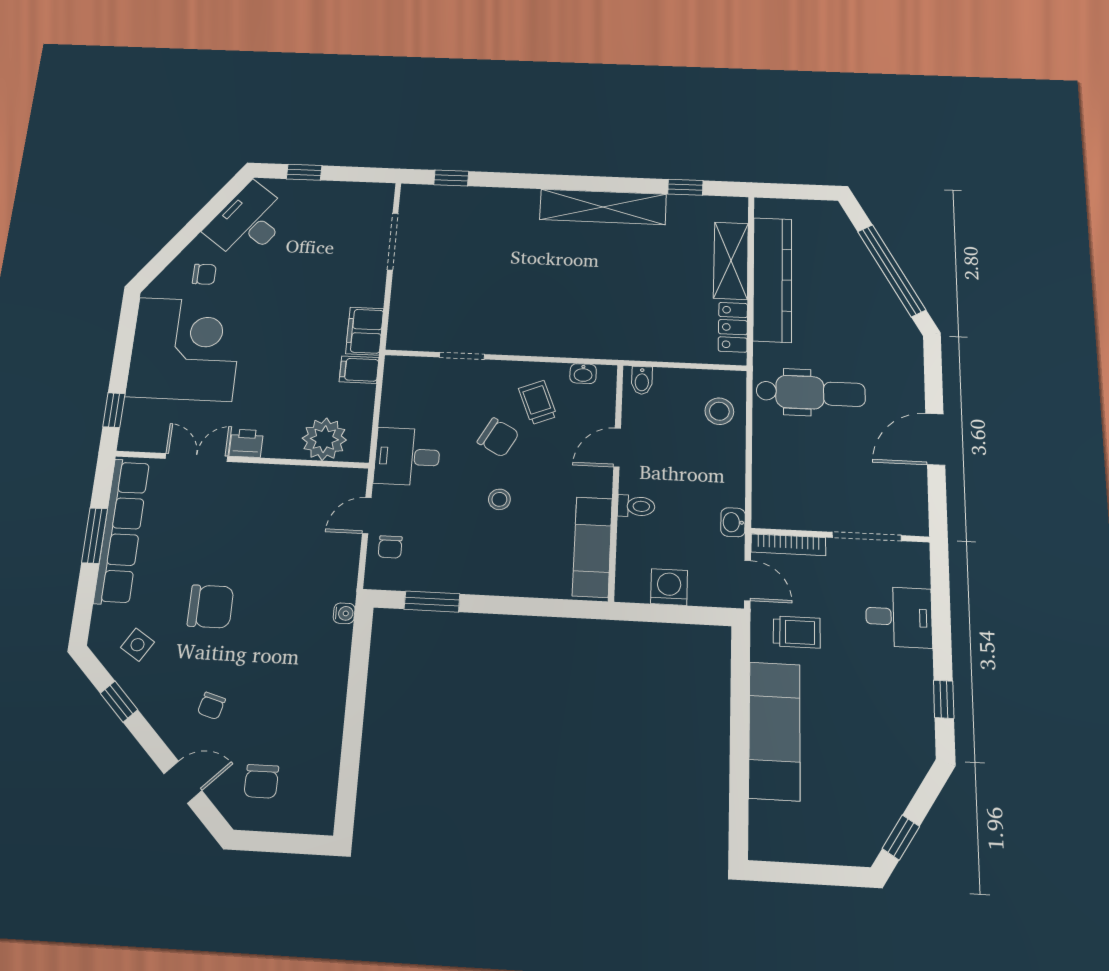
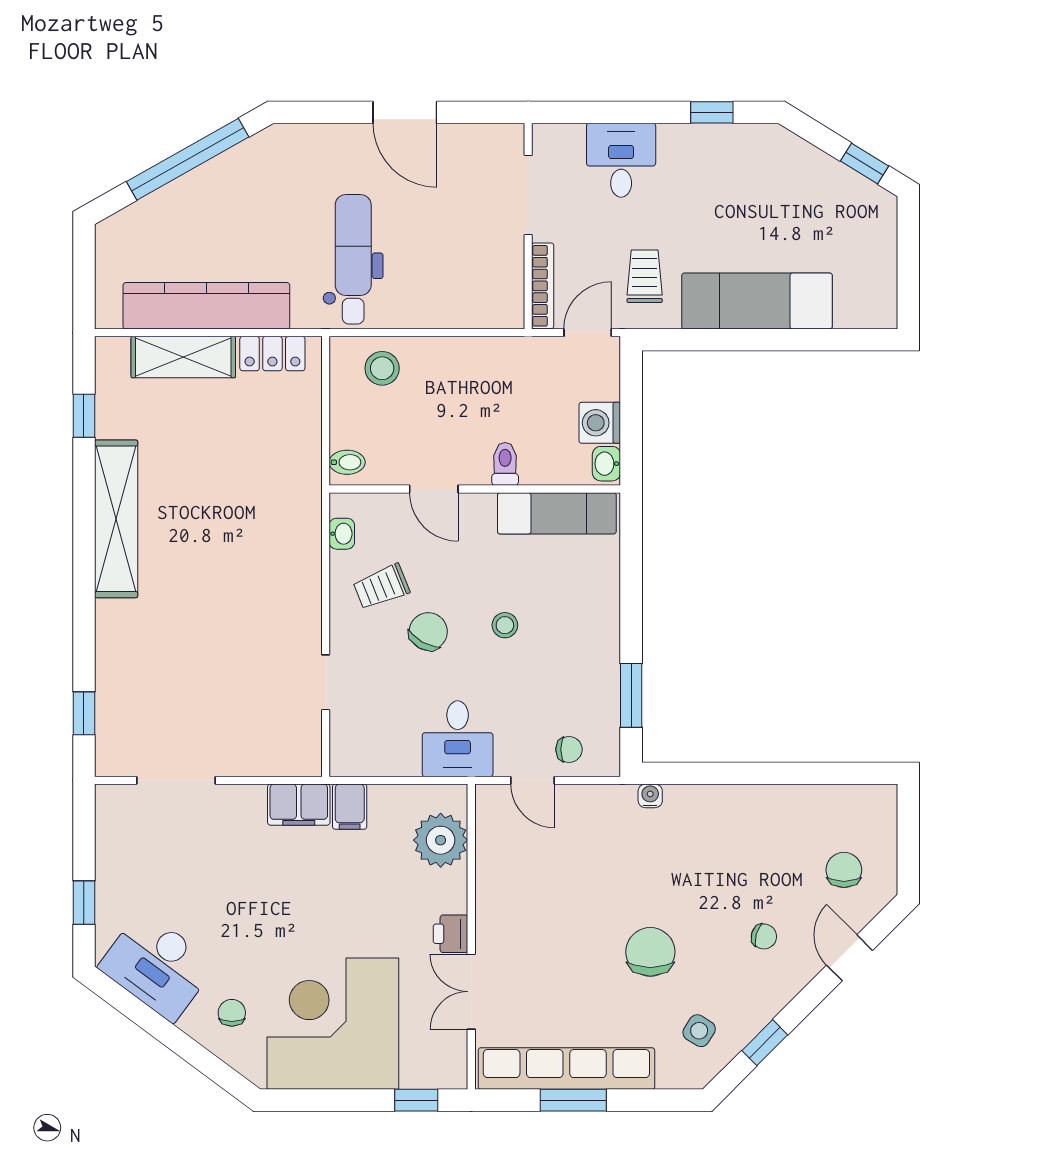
washbasin: (733, 522) -> (606, 464), moved, turned 90
chair: (261, 781) -> (844, 870), turned -90

